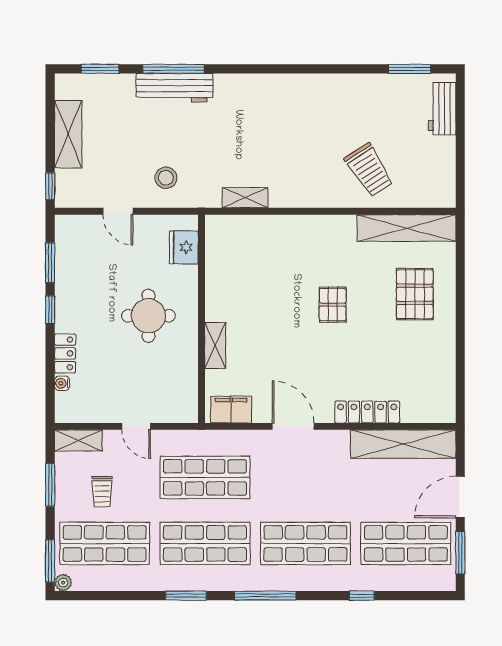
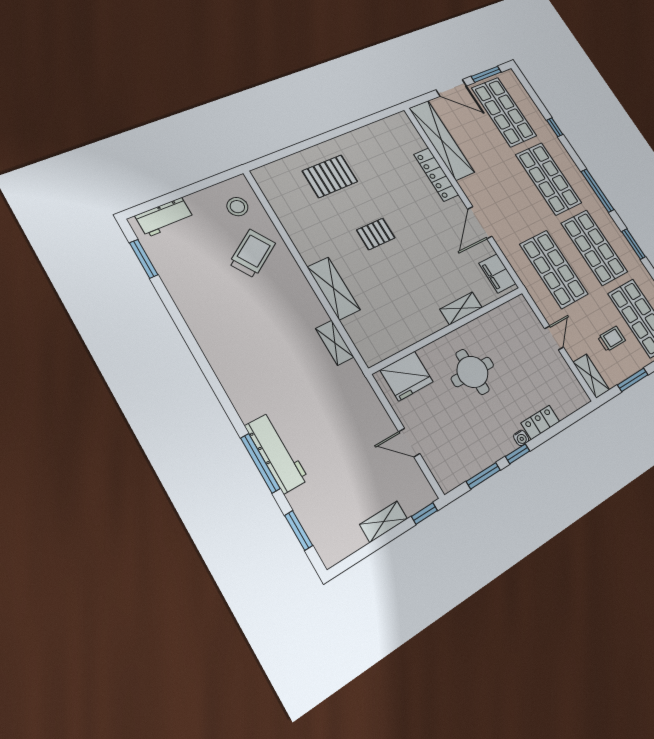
shelving: (68, 134) -> (384, 522), width x0.67, depth x0.75
stool: (166, 178) -> (237, 207), moved
door: (118, 211) -> (409, 443), swing flipped
shelving: (407, 228) -> (334, 288), moved, width x0.68
fridge: (184, 247) -> (407, 376), width x1.36, depth x1.34
water cooler: (62, 383) -> (521, 438), moved

